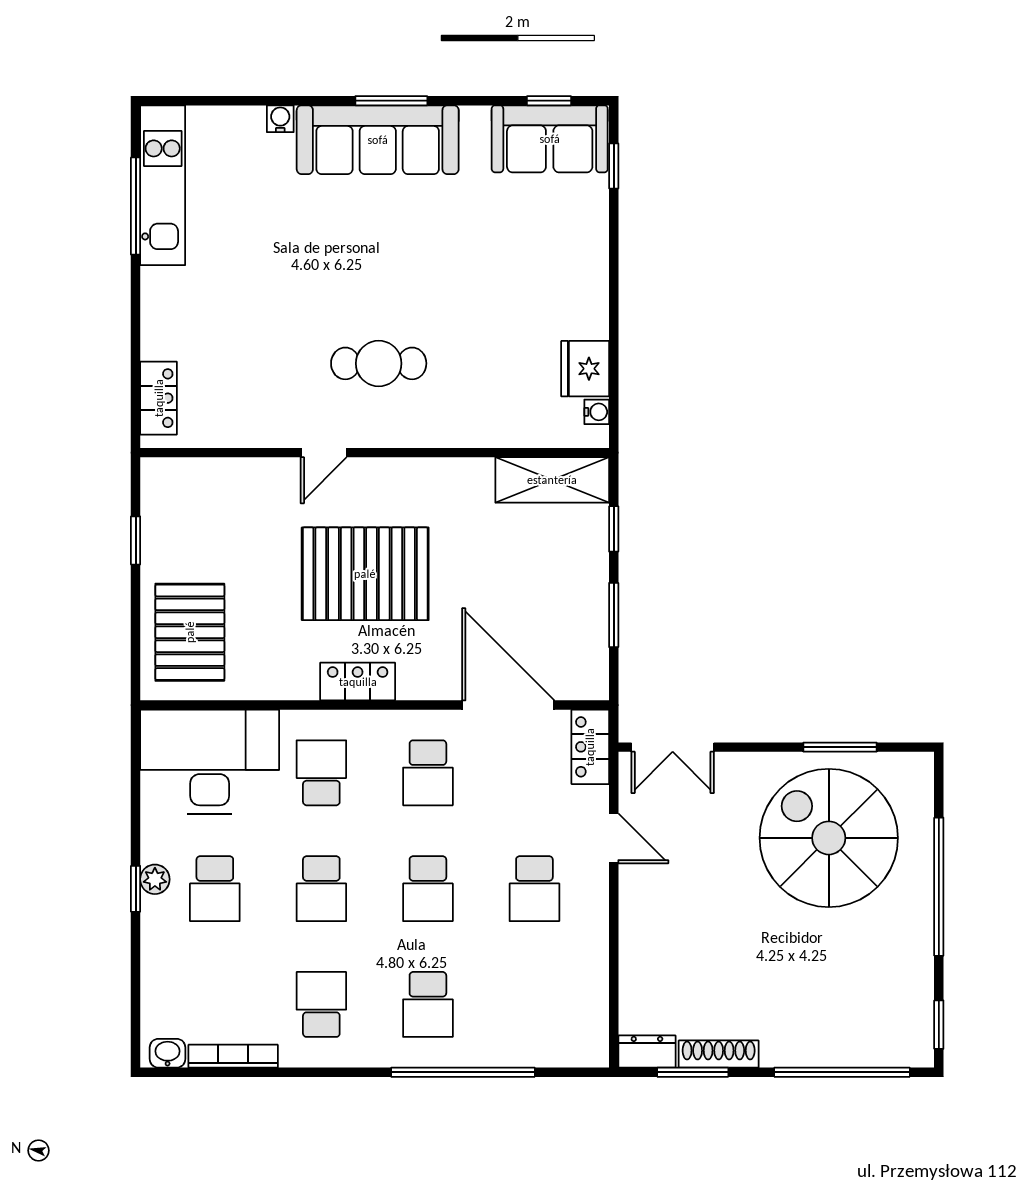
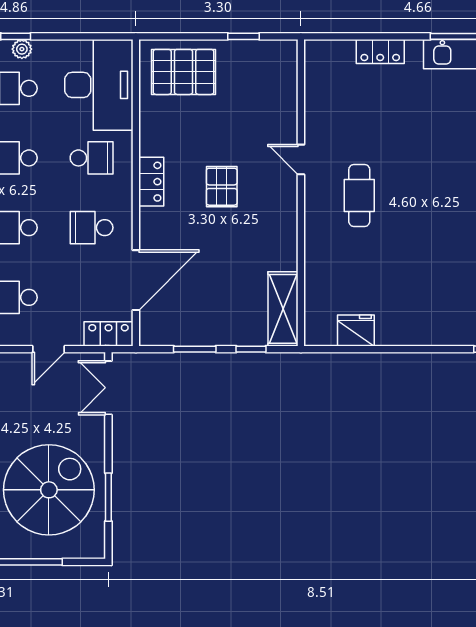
locker: (159, 398) -> (380, 51), moved
water cooler: (597, 412) -> (328, 338), removed
pallet: (365, 574) -> (222, 187), width x0.49, depth x0.50

